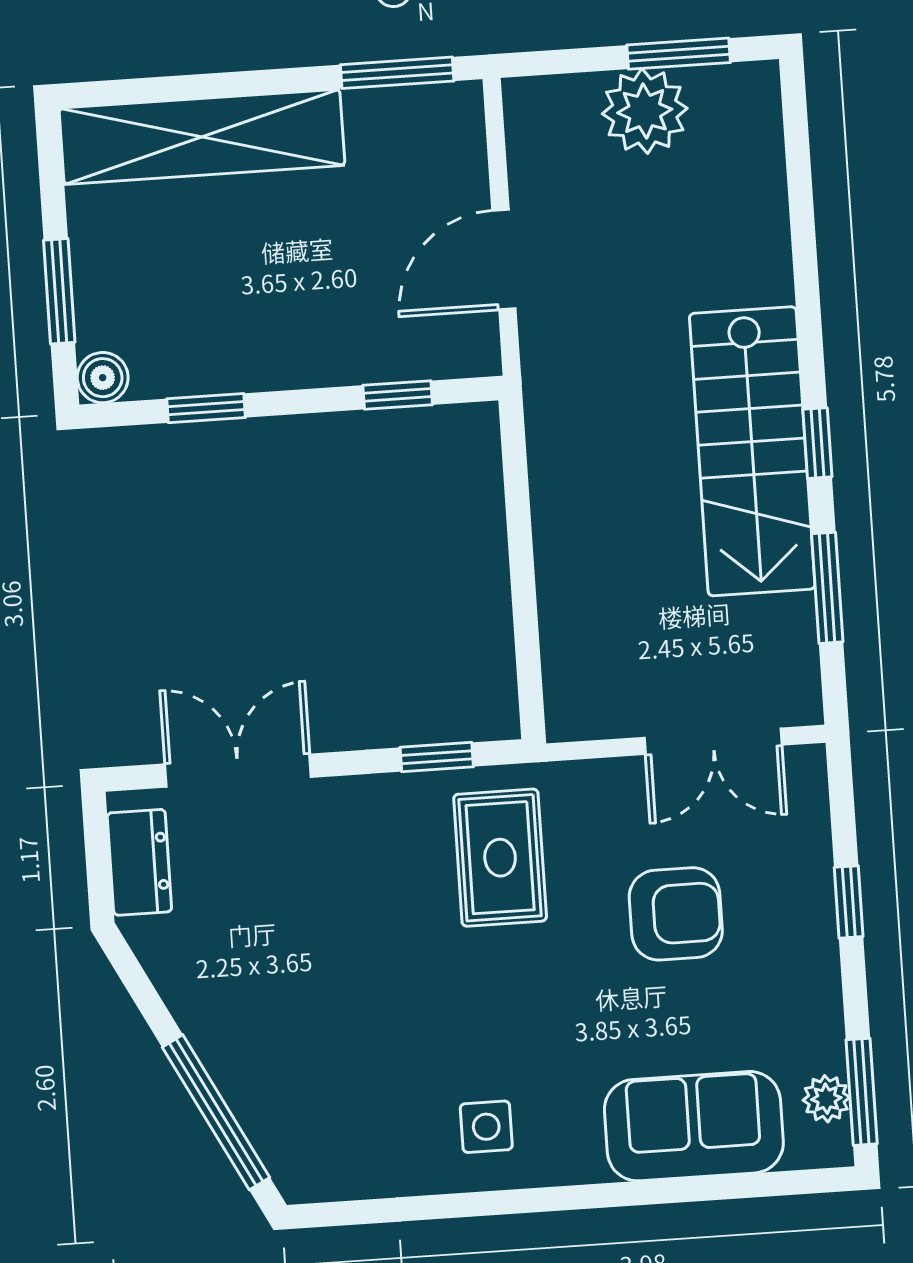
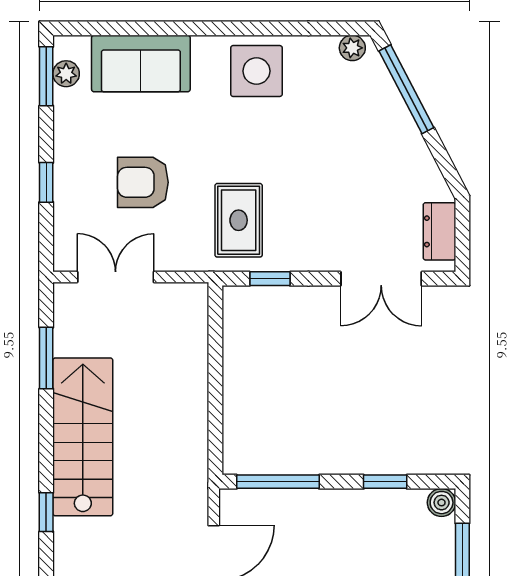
window: (398, 395) -> (278, 482), width x2.17
window: (817, 443) -> (46, 512), moved
side table: (486, 1127) -> (256, 71), width x1.87, depth x1.87
plant: (318, 1180) -> (352, 48), added

